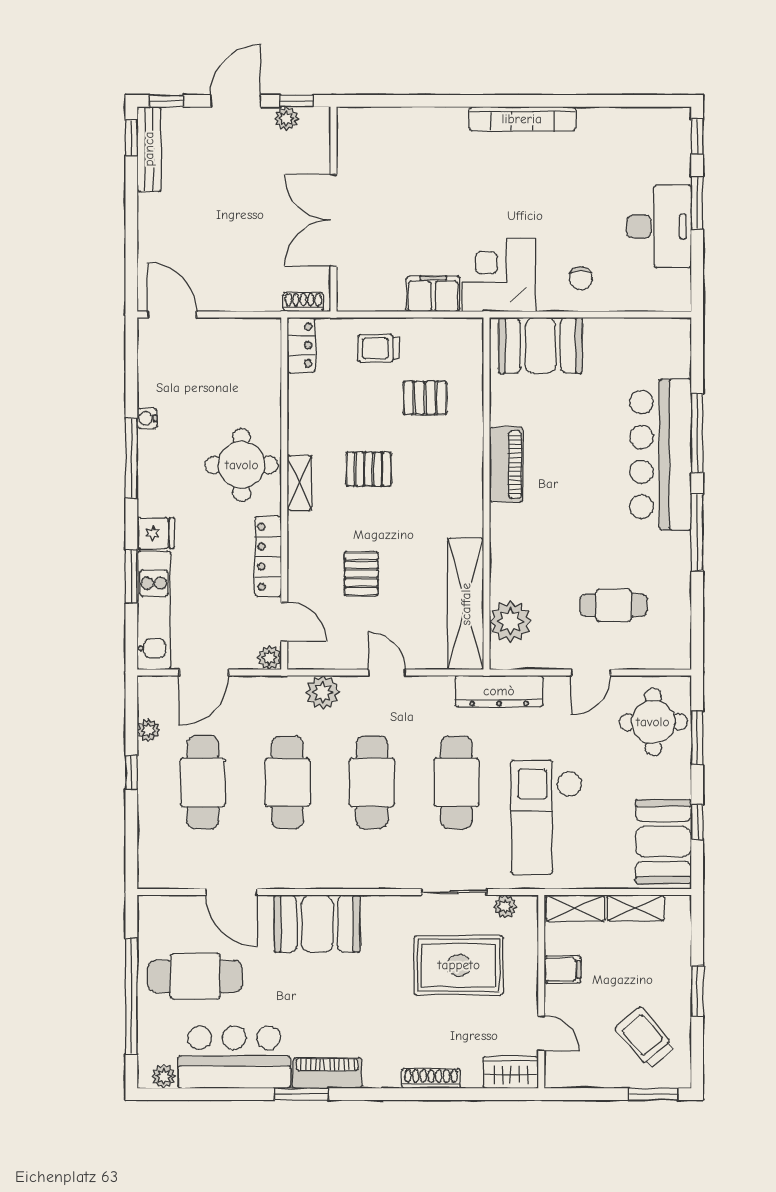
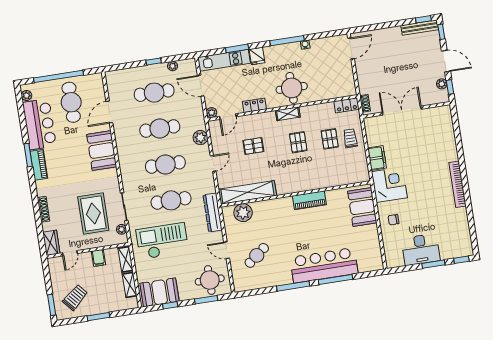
pallet: (425, 398) -> (330, 139), moved
locker: (268, 557) -> (254, 105), width x0.66
cafe table: (614, 605) -> (257, 255), turned 52

